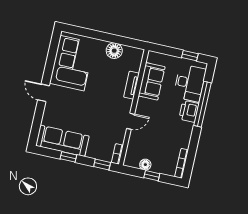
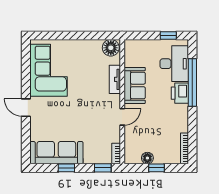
floor lamp: (114, 51) -> (111, 48), moved
sofa: (152, 81) -> (135, 85), moved

